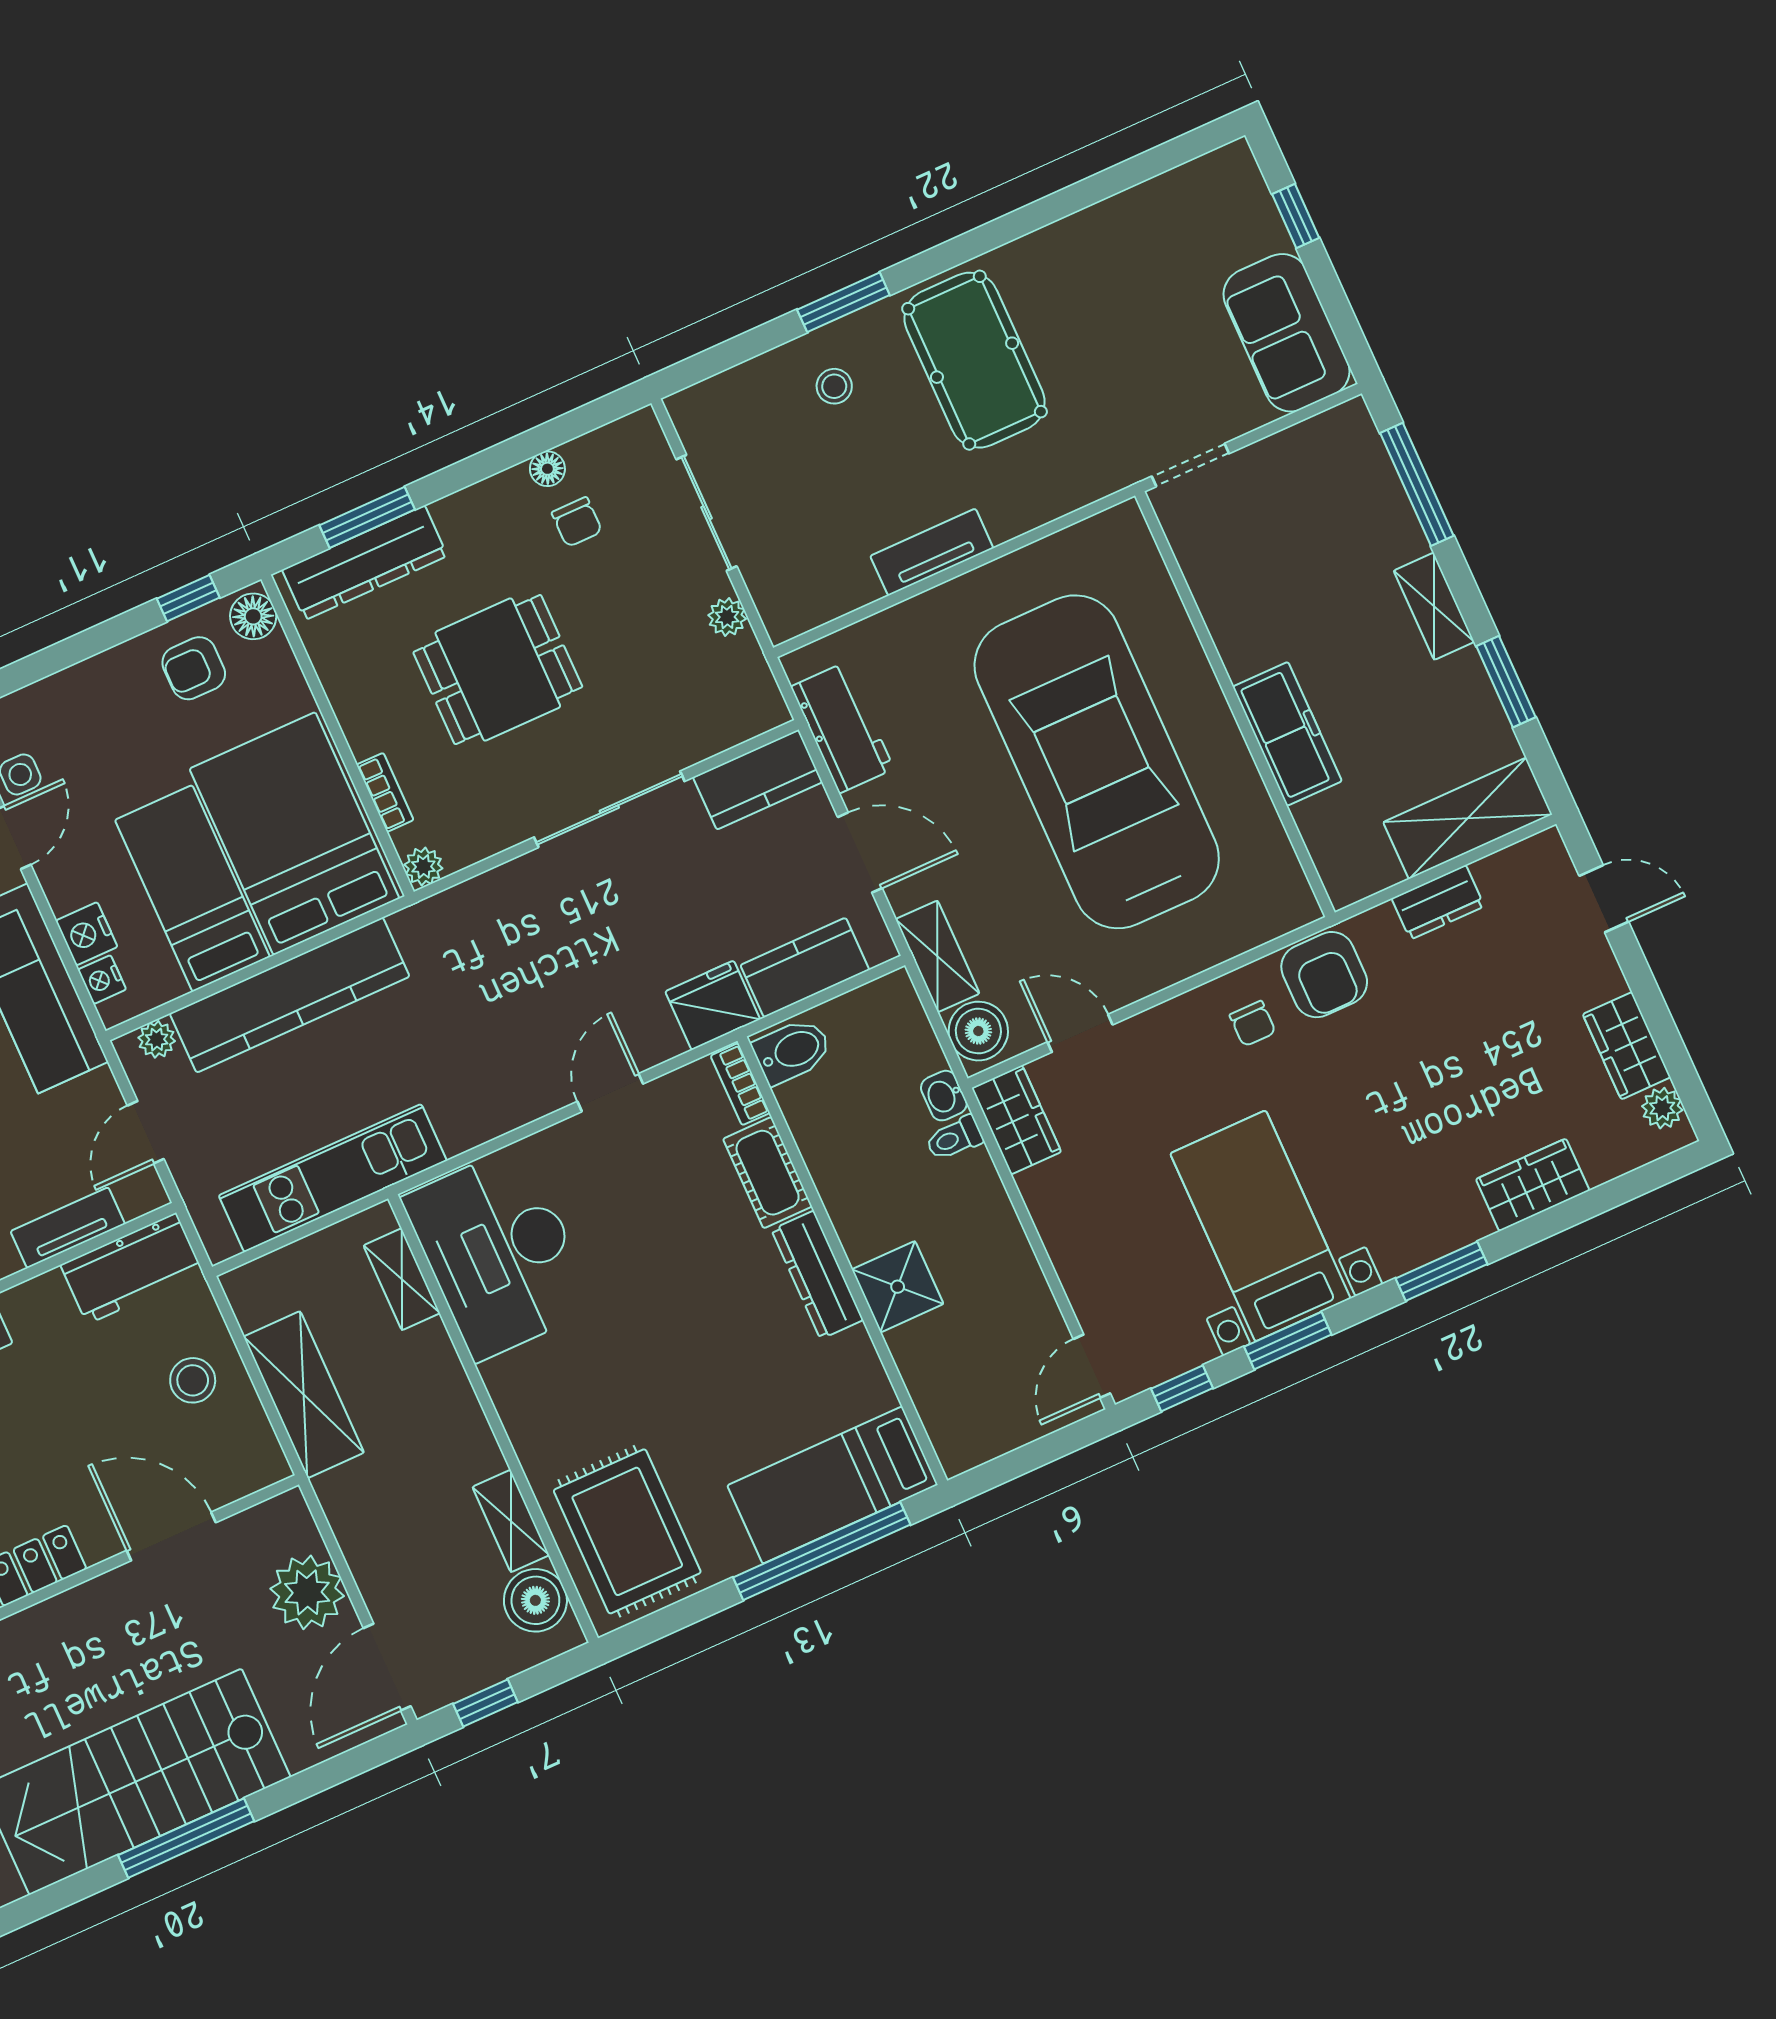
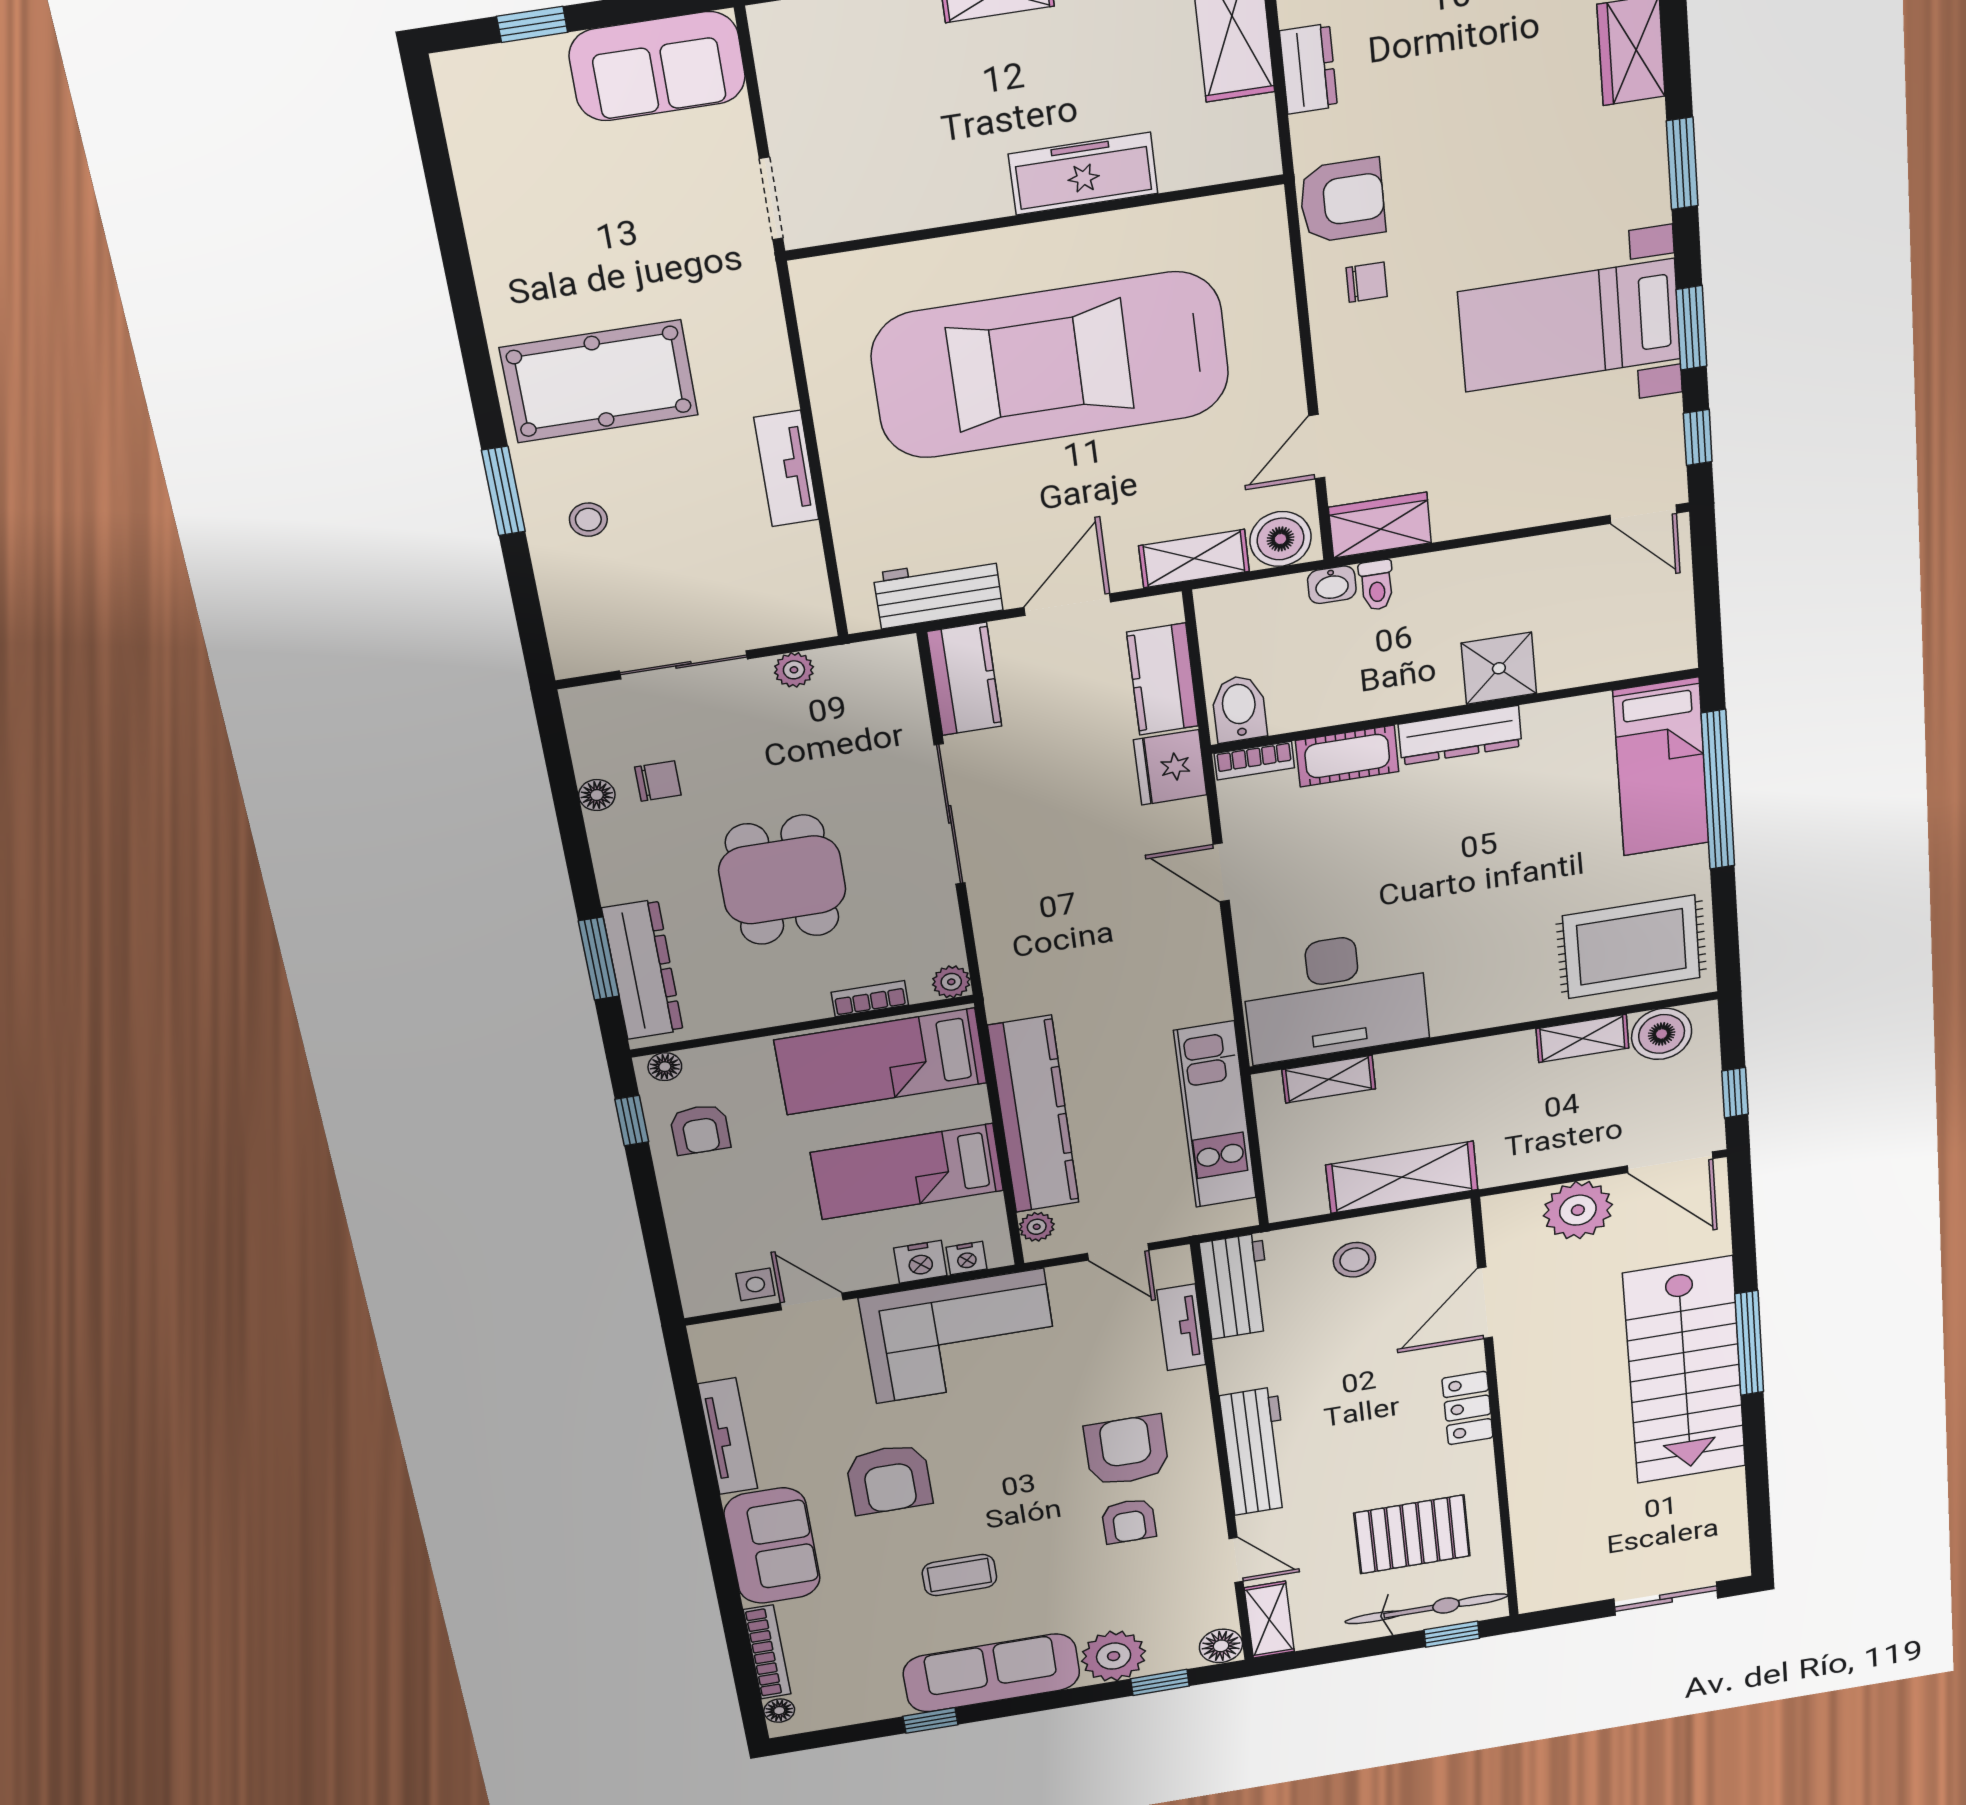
floor lamp: (253, 616) -> (665, 1067), width x0.73, depth x0.73
bed: (294, 834) -> (881, 1061), width x0.67

